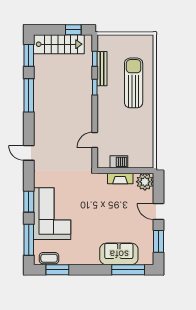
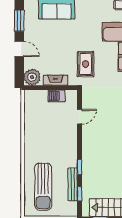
sun lounger: (134, 83) -> (43, 187), moved
rug: (88, 195) -> (86, 64), added

